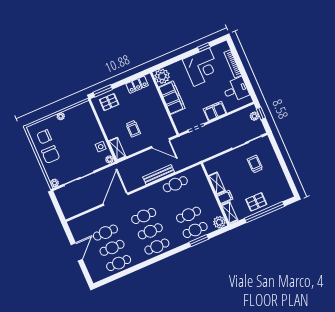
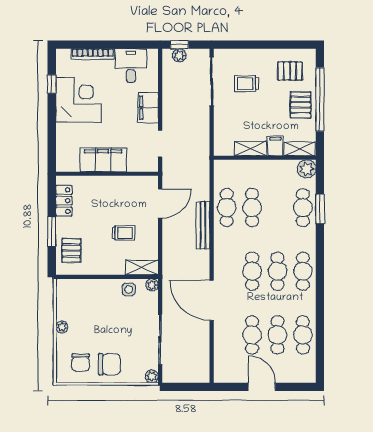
plant: (162, 76) -> (67, 160), removed
window: (103, 91) -> (52, 232), moved
pallet: (274, 187) -> (290, 71), added
cafe table: (189, 215) -> (252, 208), moved

